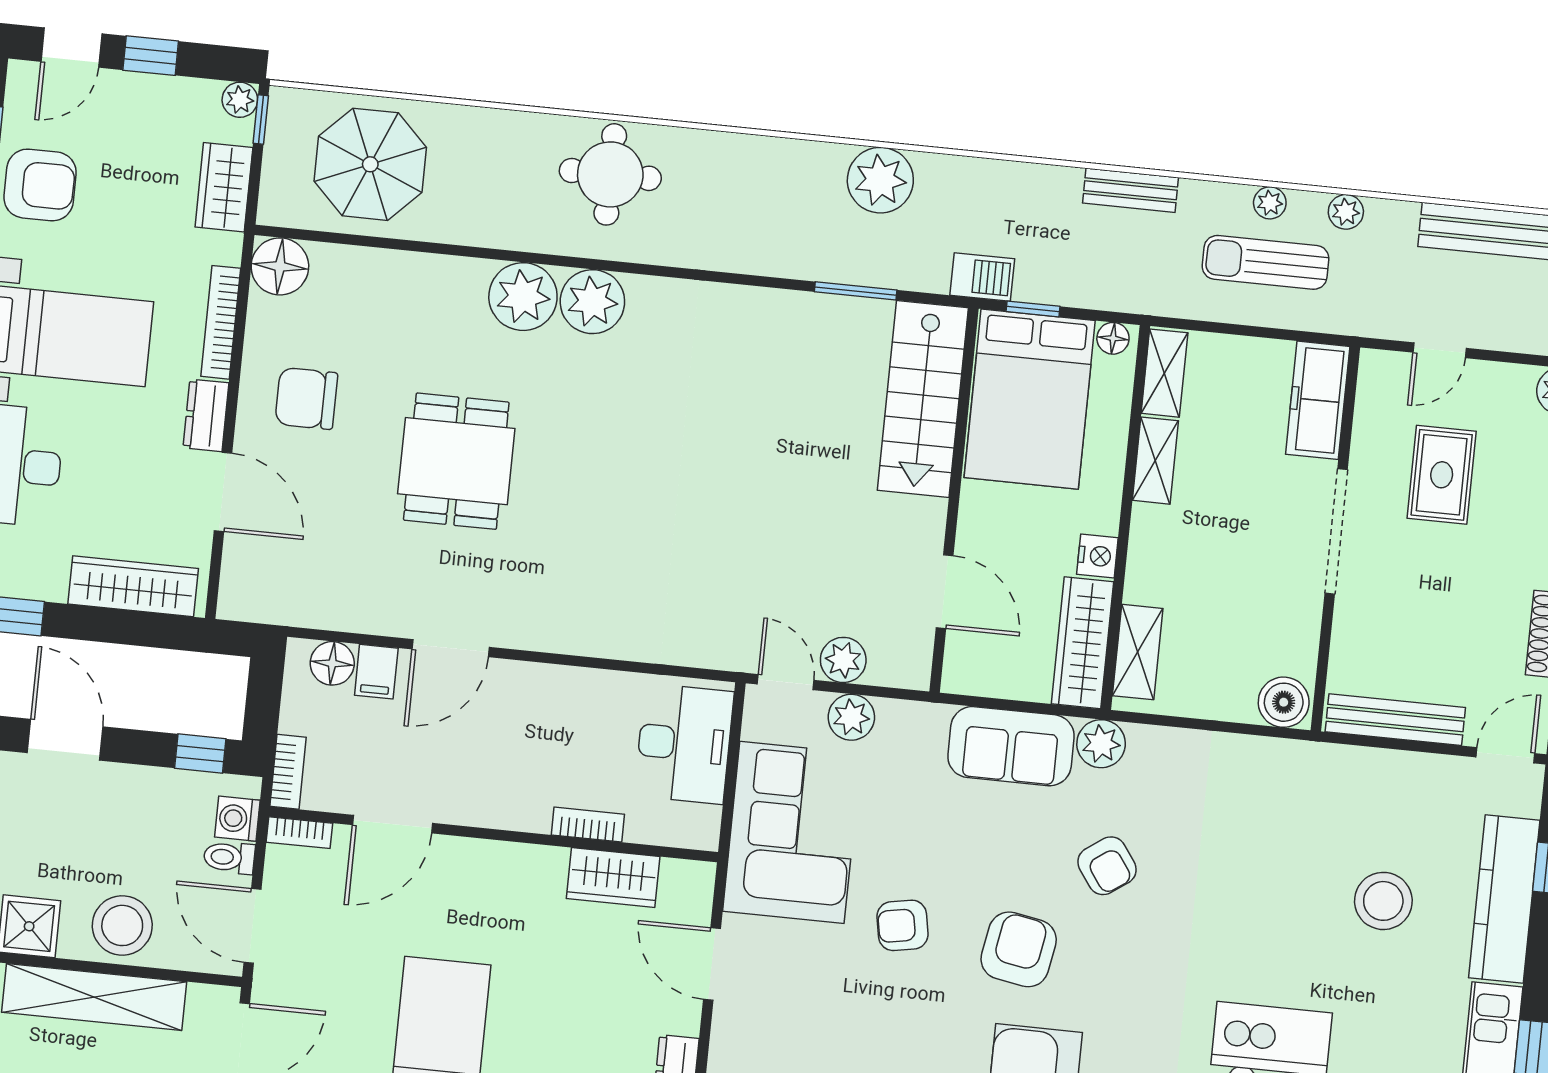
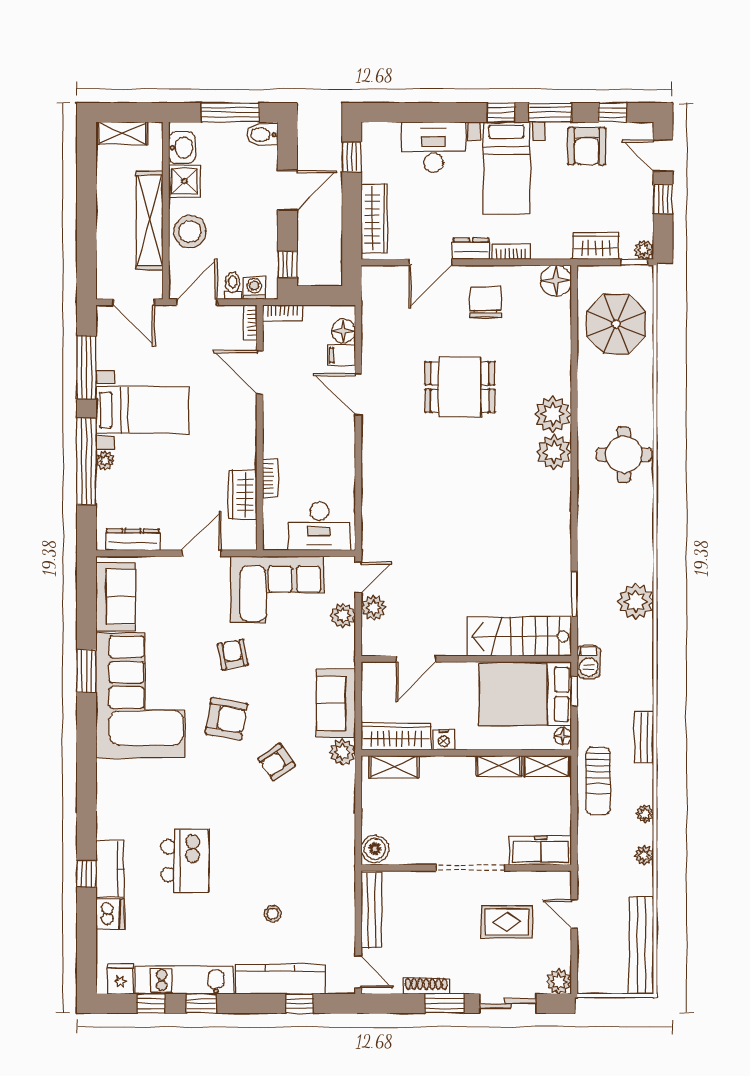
sun lounger: (1266, 262) -> (598, 781), moved, turned 180
bookcase: (221, 322) -> (511, 252), width x0.64
stool: (1383, 901) -> (273, 914), width x0.53, depth x0.53

